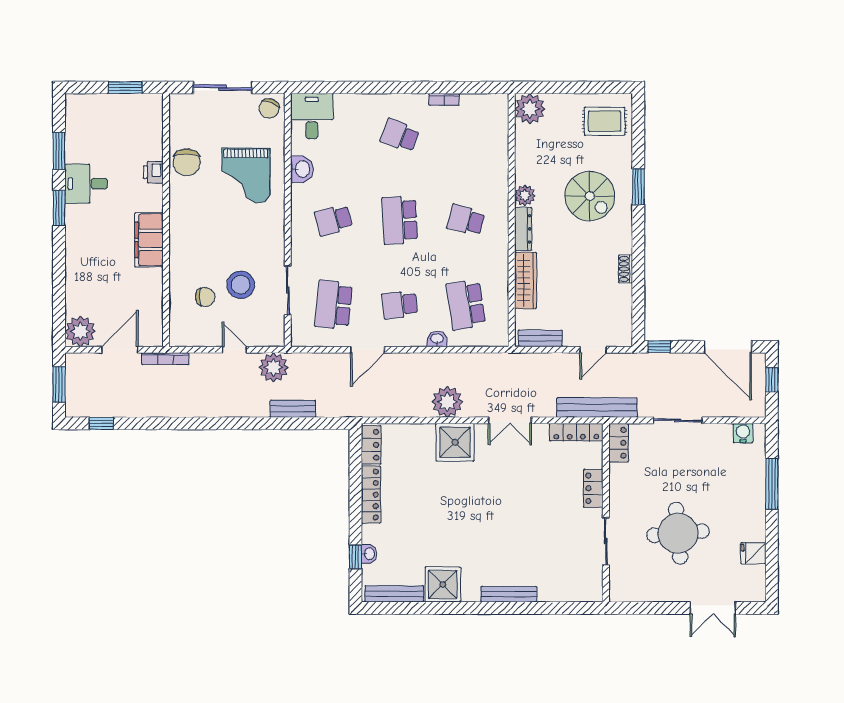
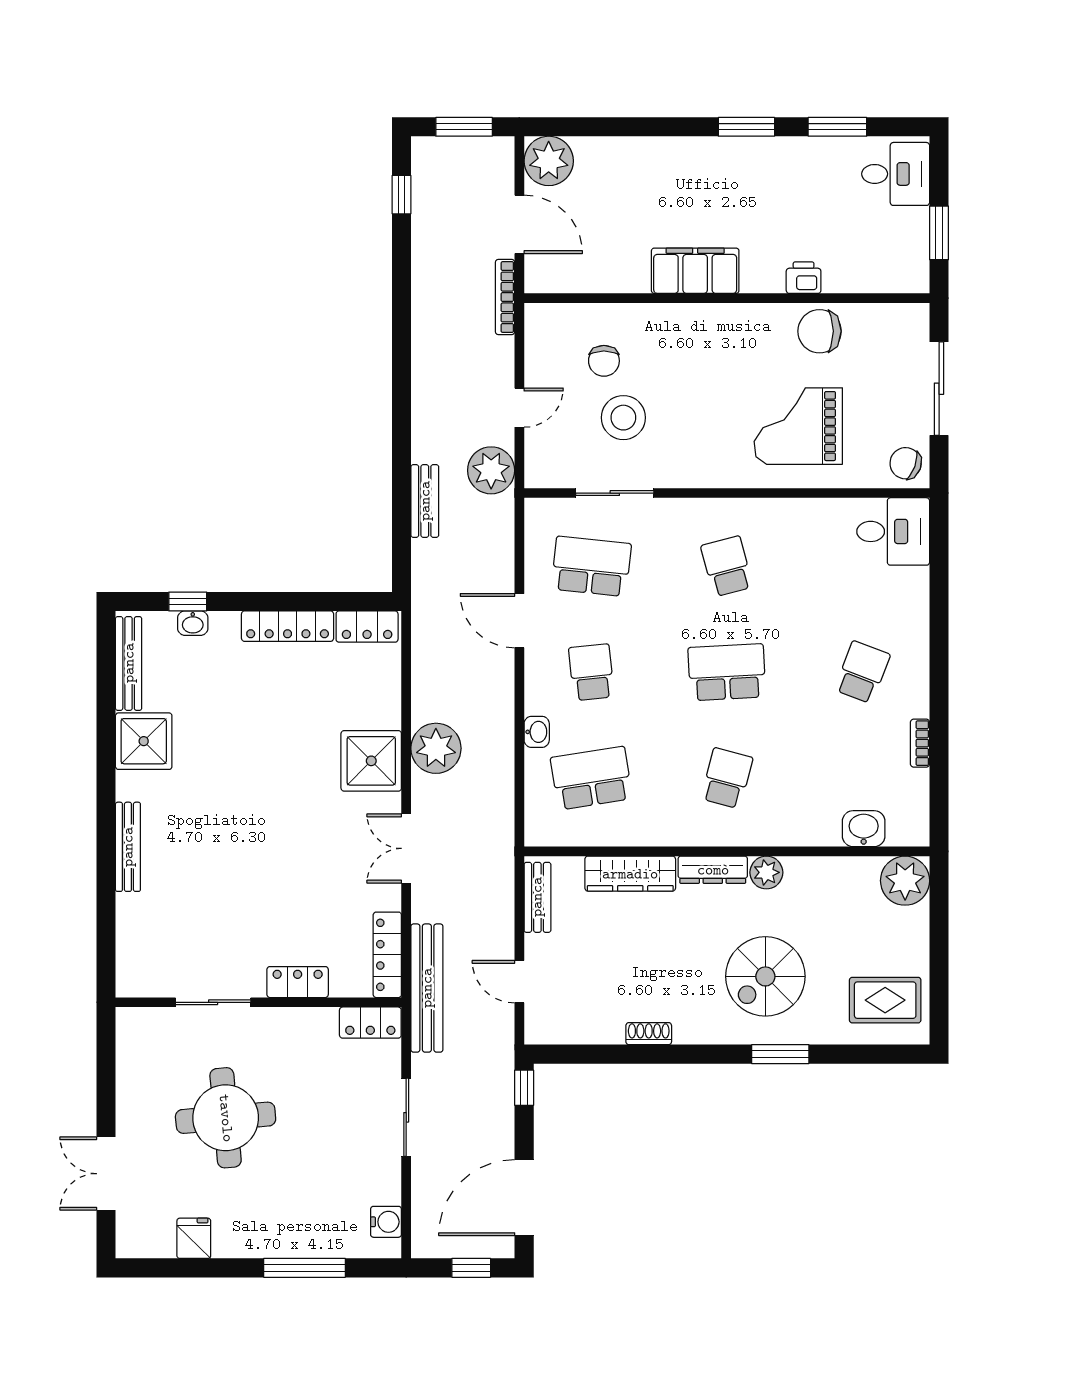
rug: (605, 121) -> (885, 1000), turned 90
washbasin: (302, 169) -> (864, 829), moved, turned 180
desk: (86, 184) -> (896, 174), moved, turned 90

